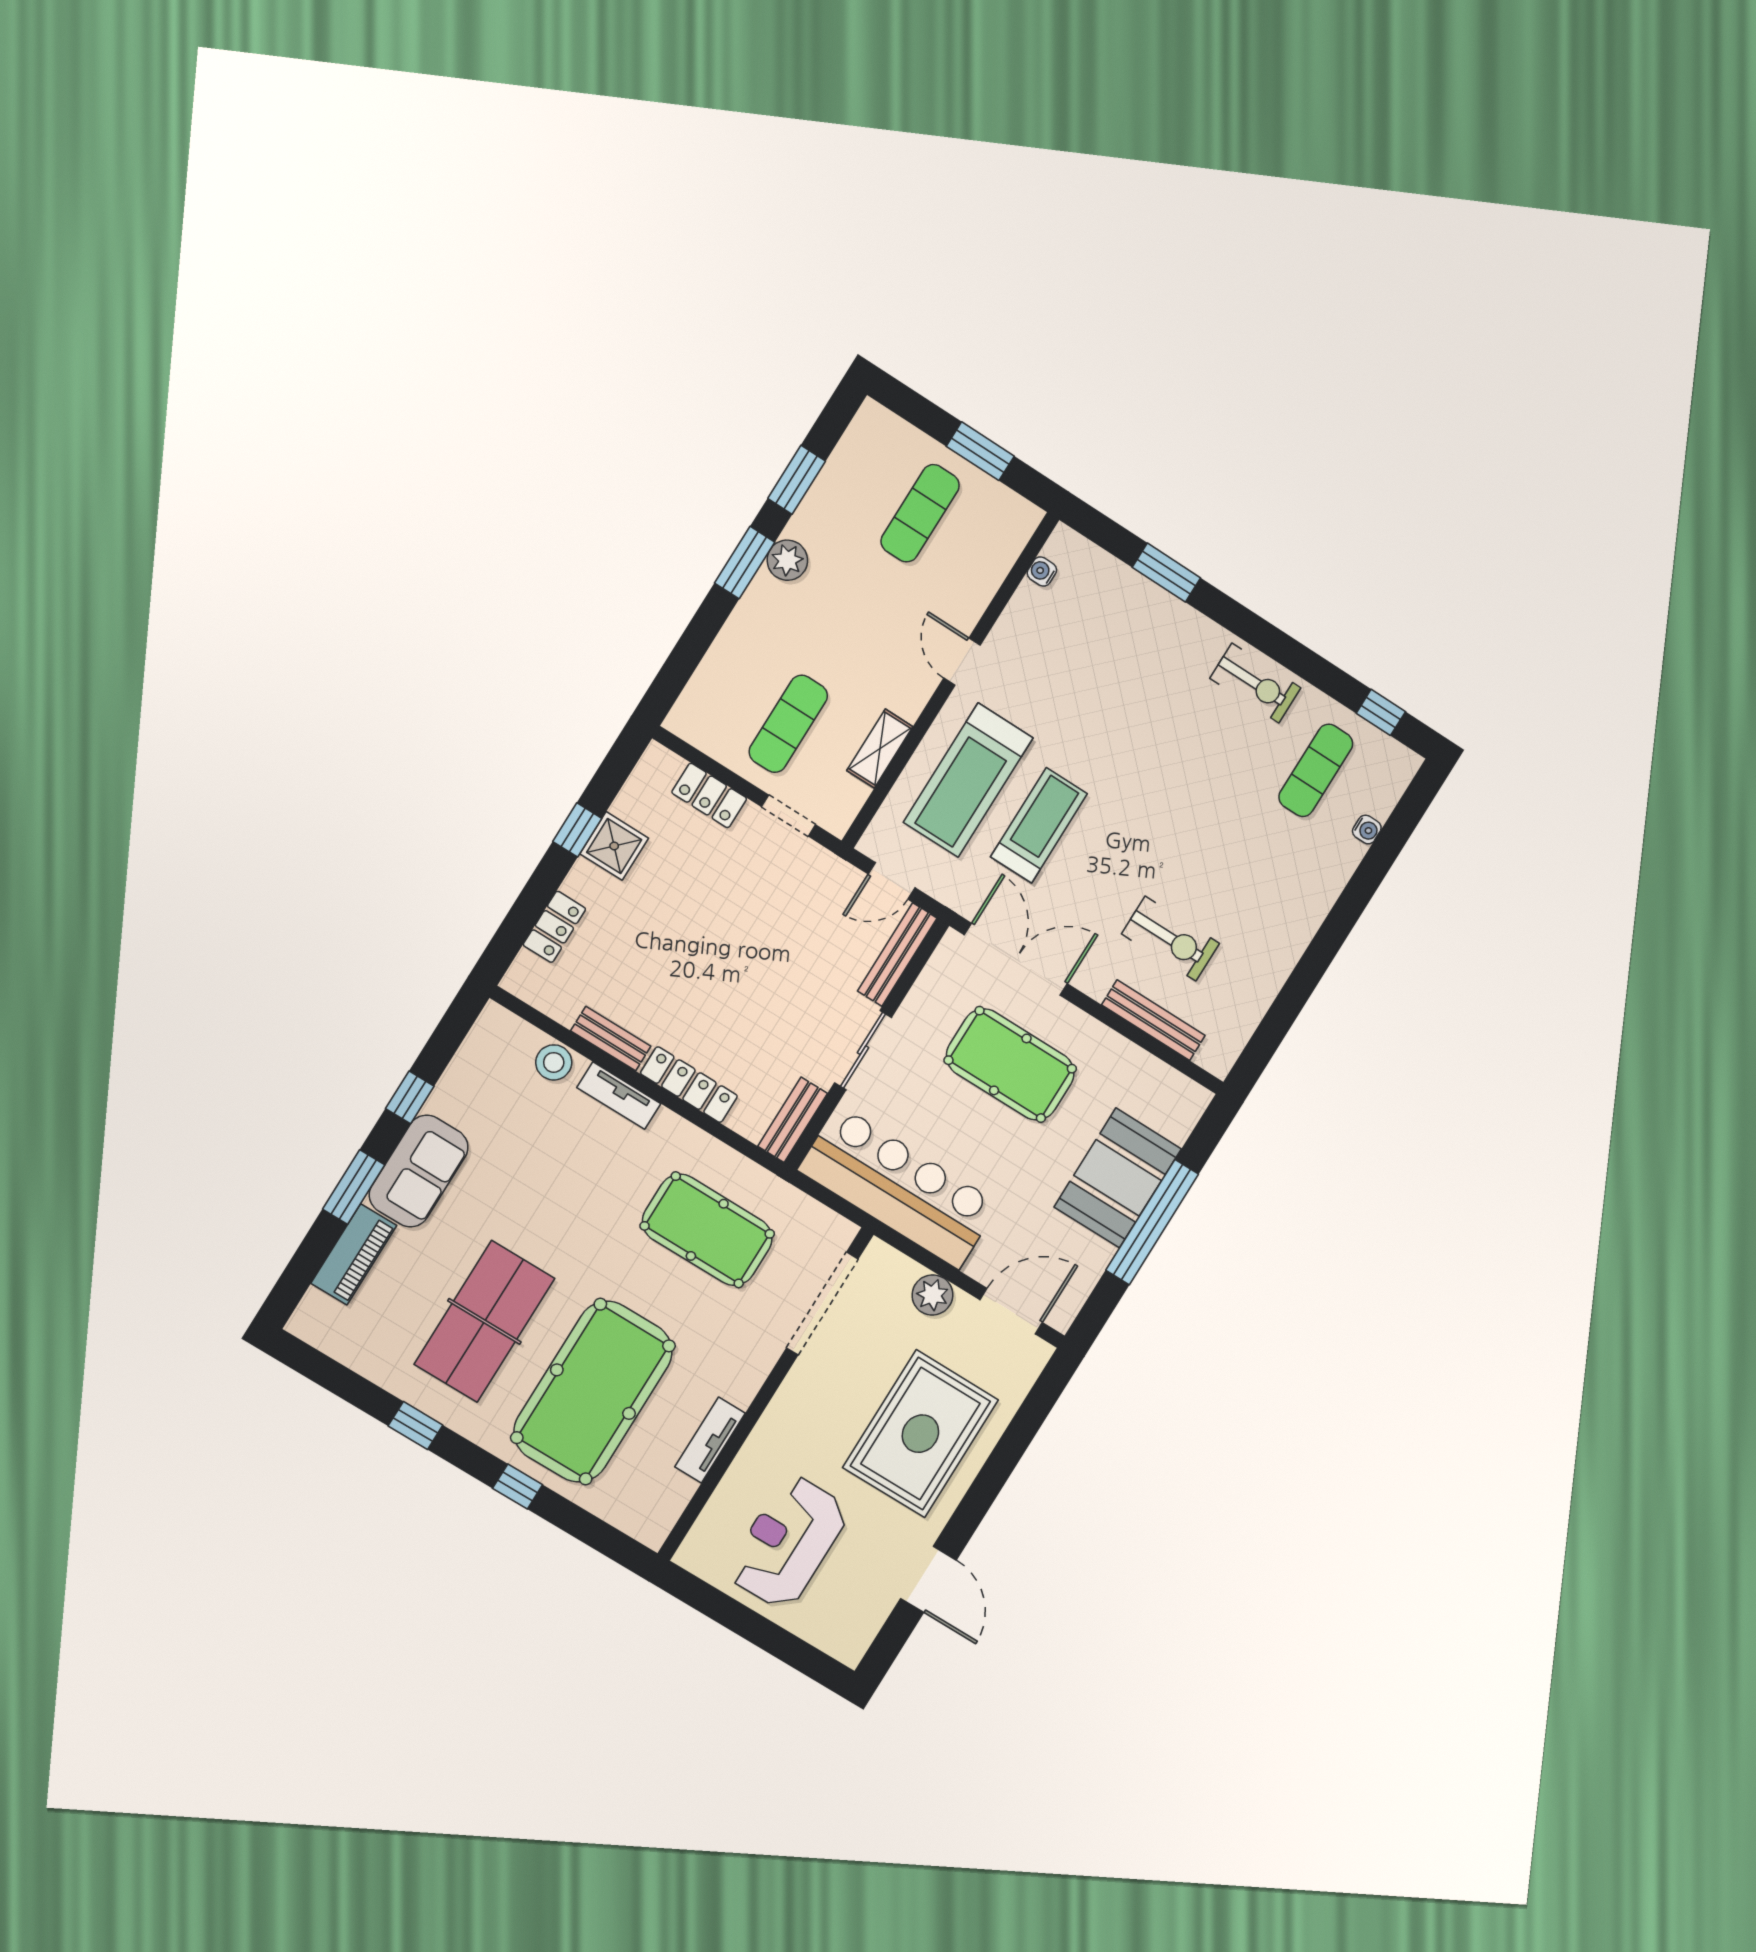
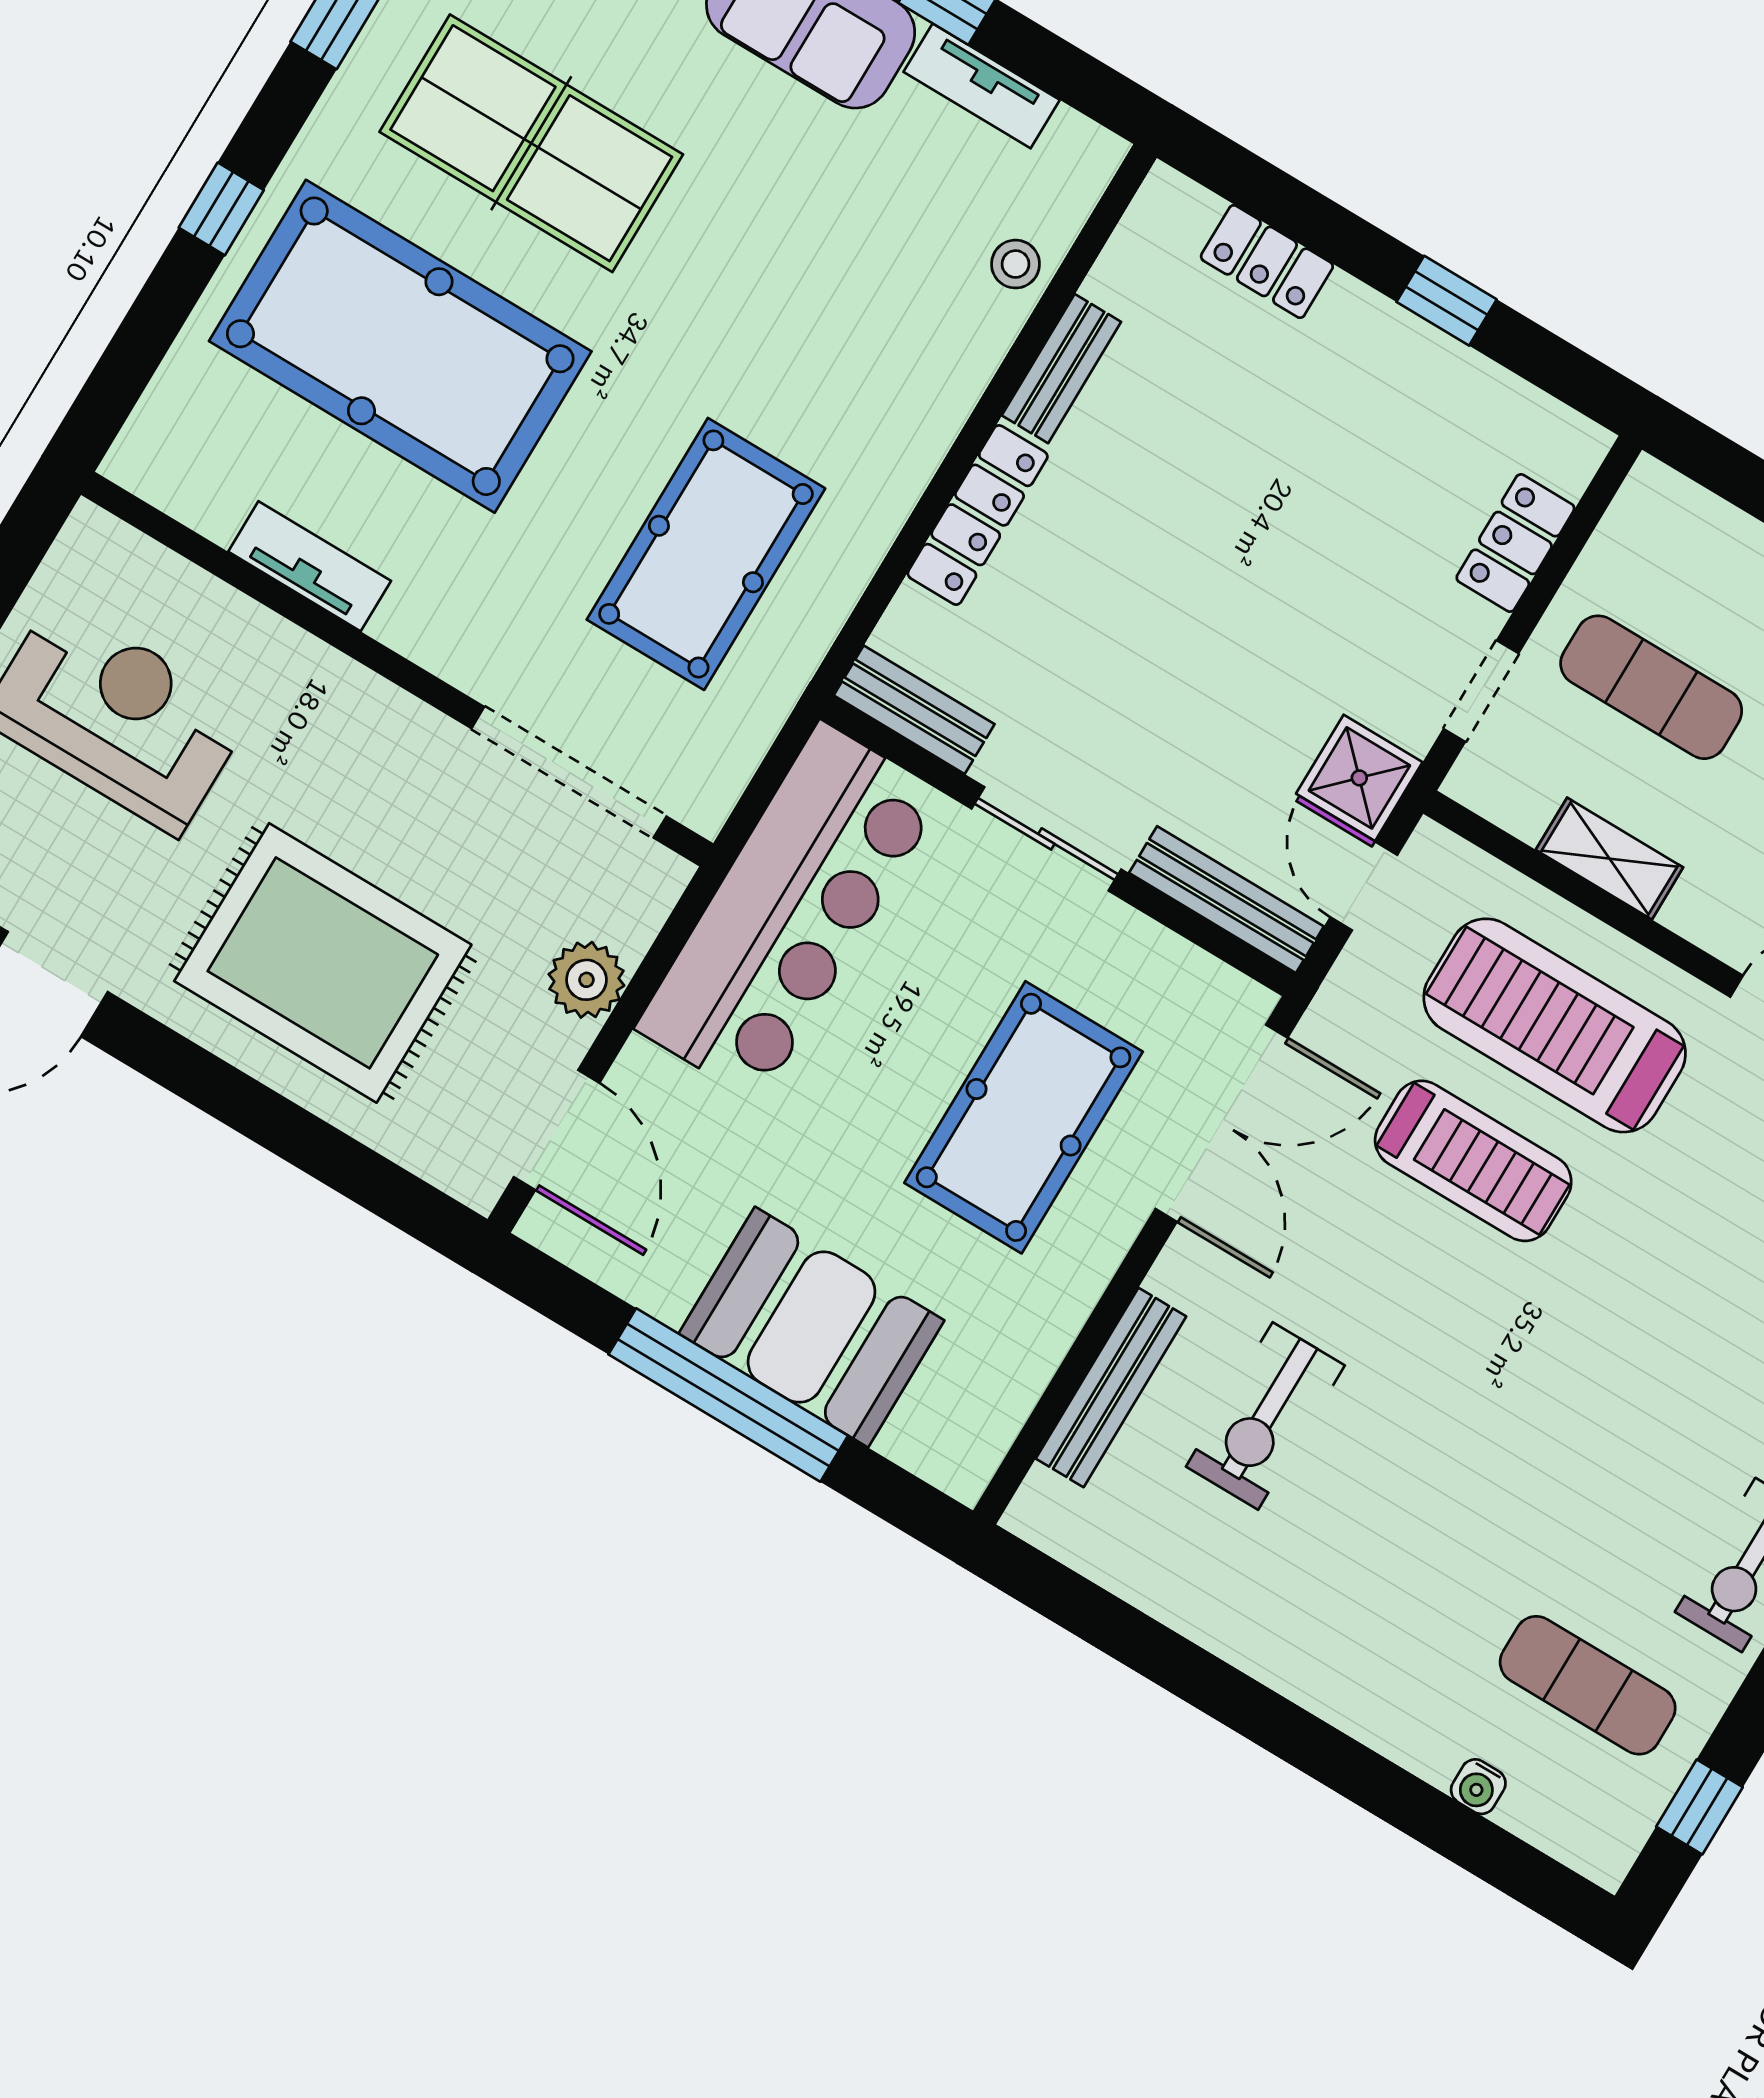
shower: (614, 846) -> (1359, 778), moved
stool: (554, 1062) -> (1015, 264), width x0.73, depth x0.73
tv unit: (619, 1096) -> (982, 86), moved, turned -90

